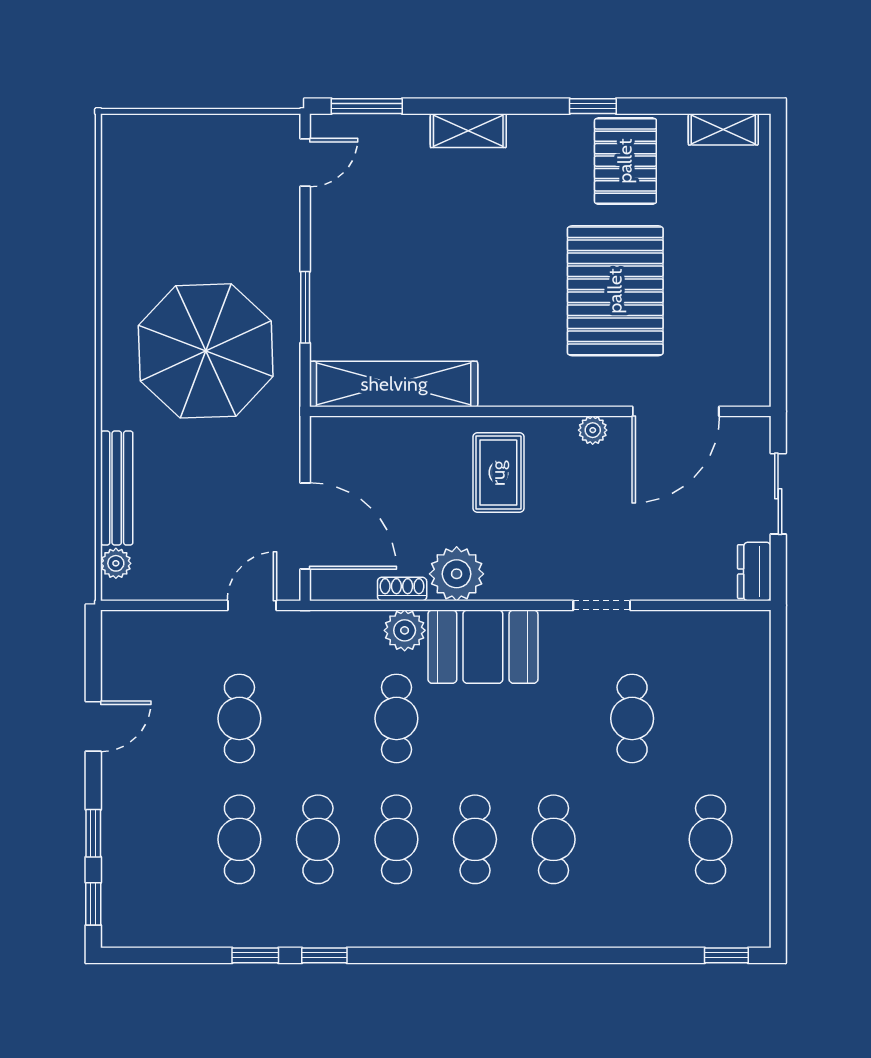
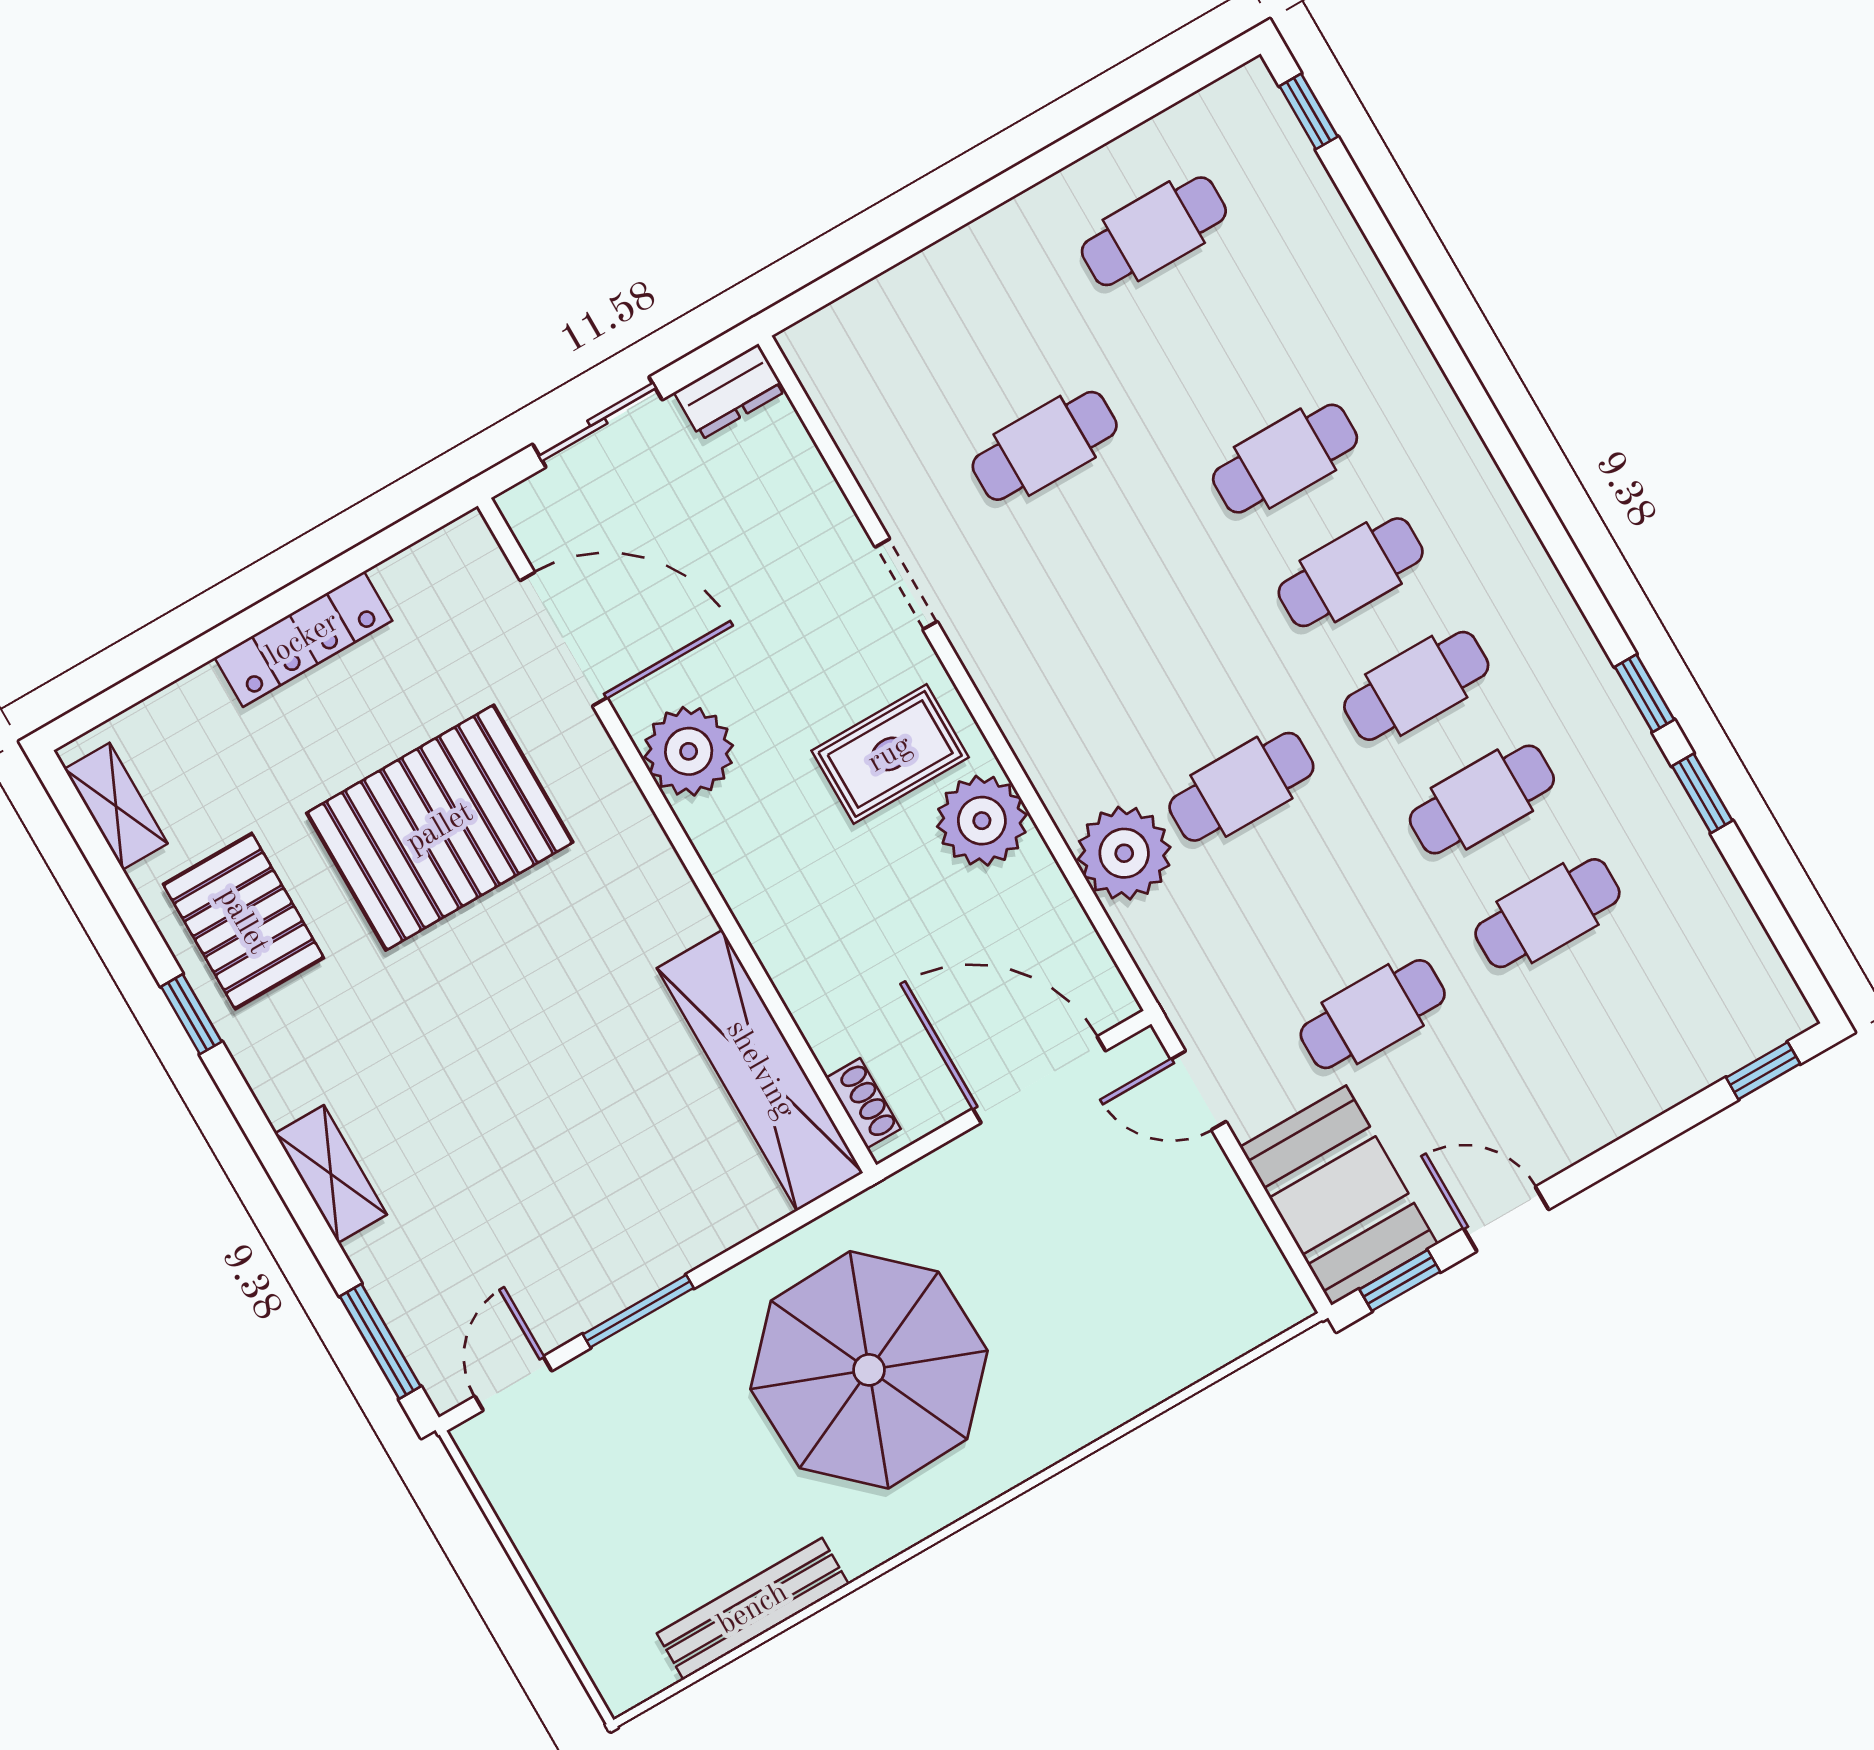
pallet: (625, 161) -> (243, 921), turned 90
door: (305, 163) -> (513, 1383), hinge flipped
locker: (754, 276) -> (303, 639), added
window: (305, 307) -> (638, 1311), moved
plant: (593, 430) -> (689, 751), width x1.88, depth x1.88
rug: (498, 473) -> (890, 754), moved
bench: (117, 488) -> (753, 1609), moved
door: (305, 526) -> (1039, 1080), hinge flipped
plant: (116, 563) -> (1251, 1323), removed
shoe rack: (402, 589) -> (863, 1103), moved, turned 180
plant: (405, 630) -> (1124, 853), width x1.36, depth x1.36
booth: (483, 647) -> (1339, 1195), moved
window: (93, 833) -> (1400, 1280), moved

